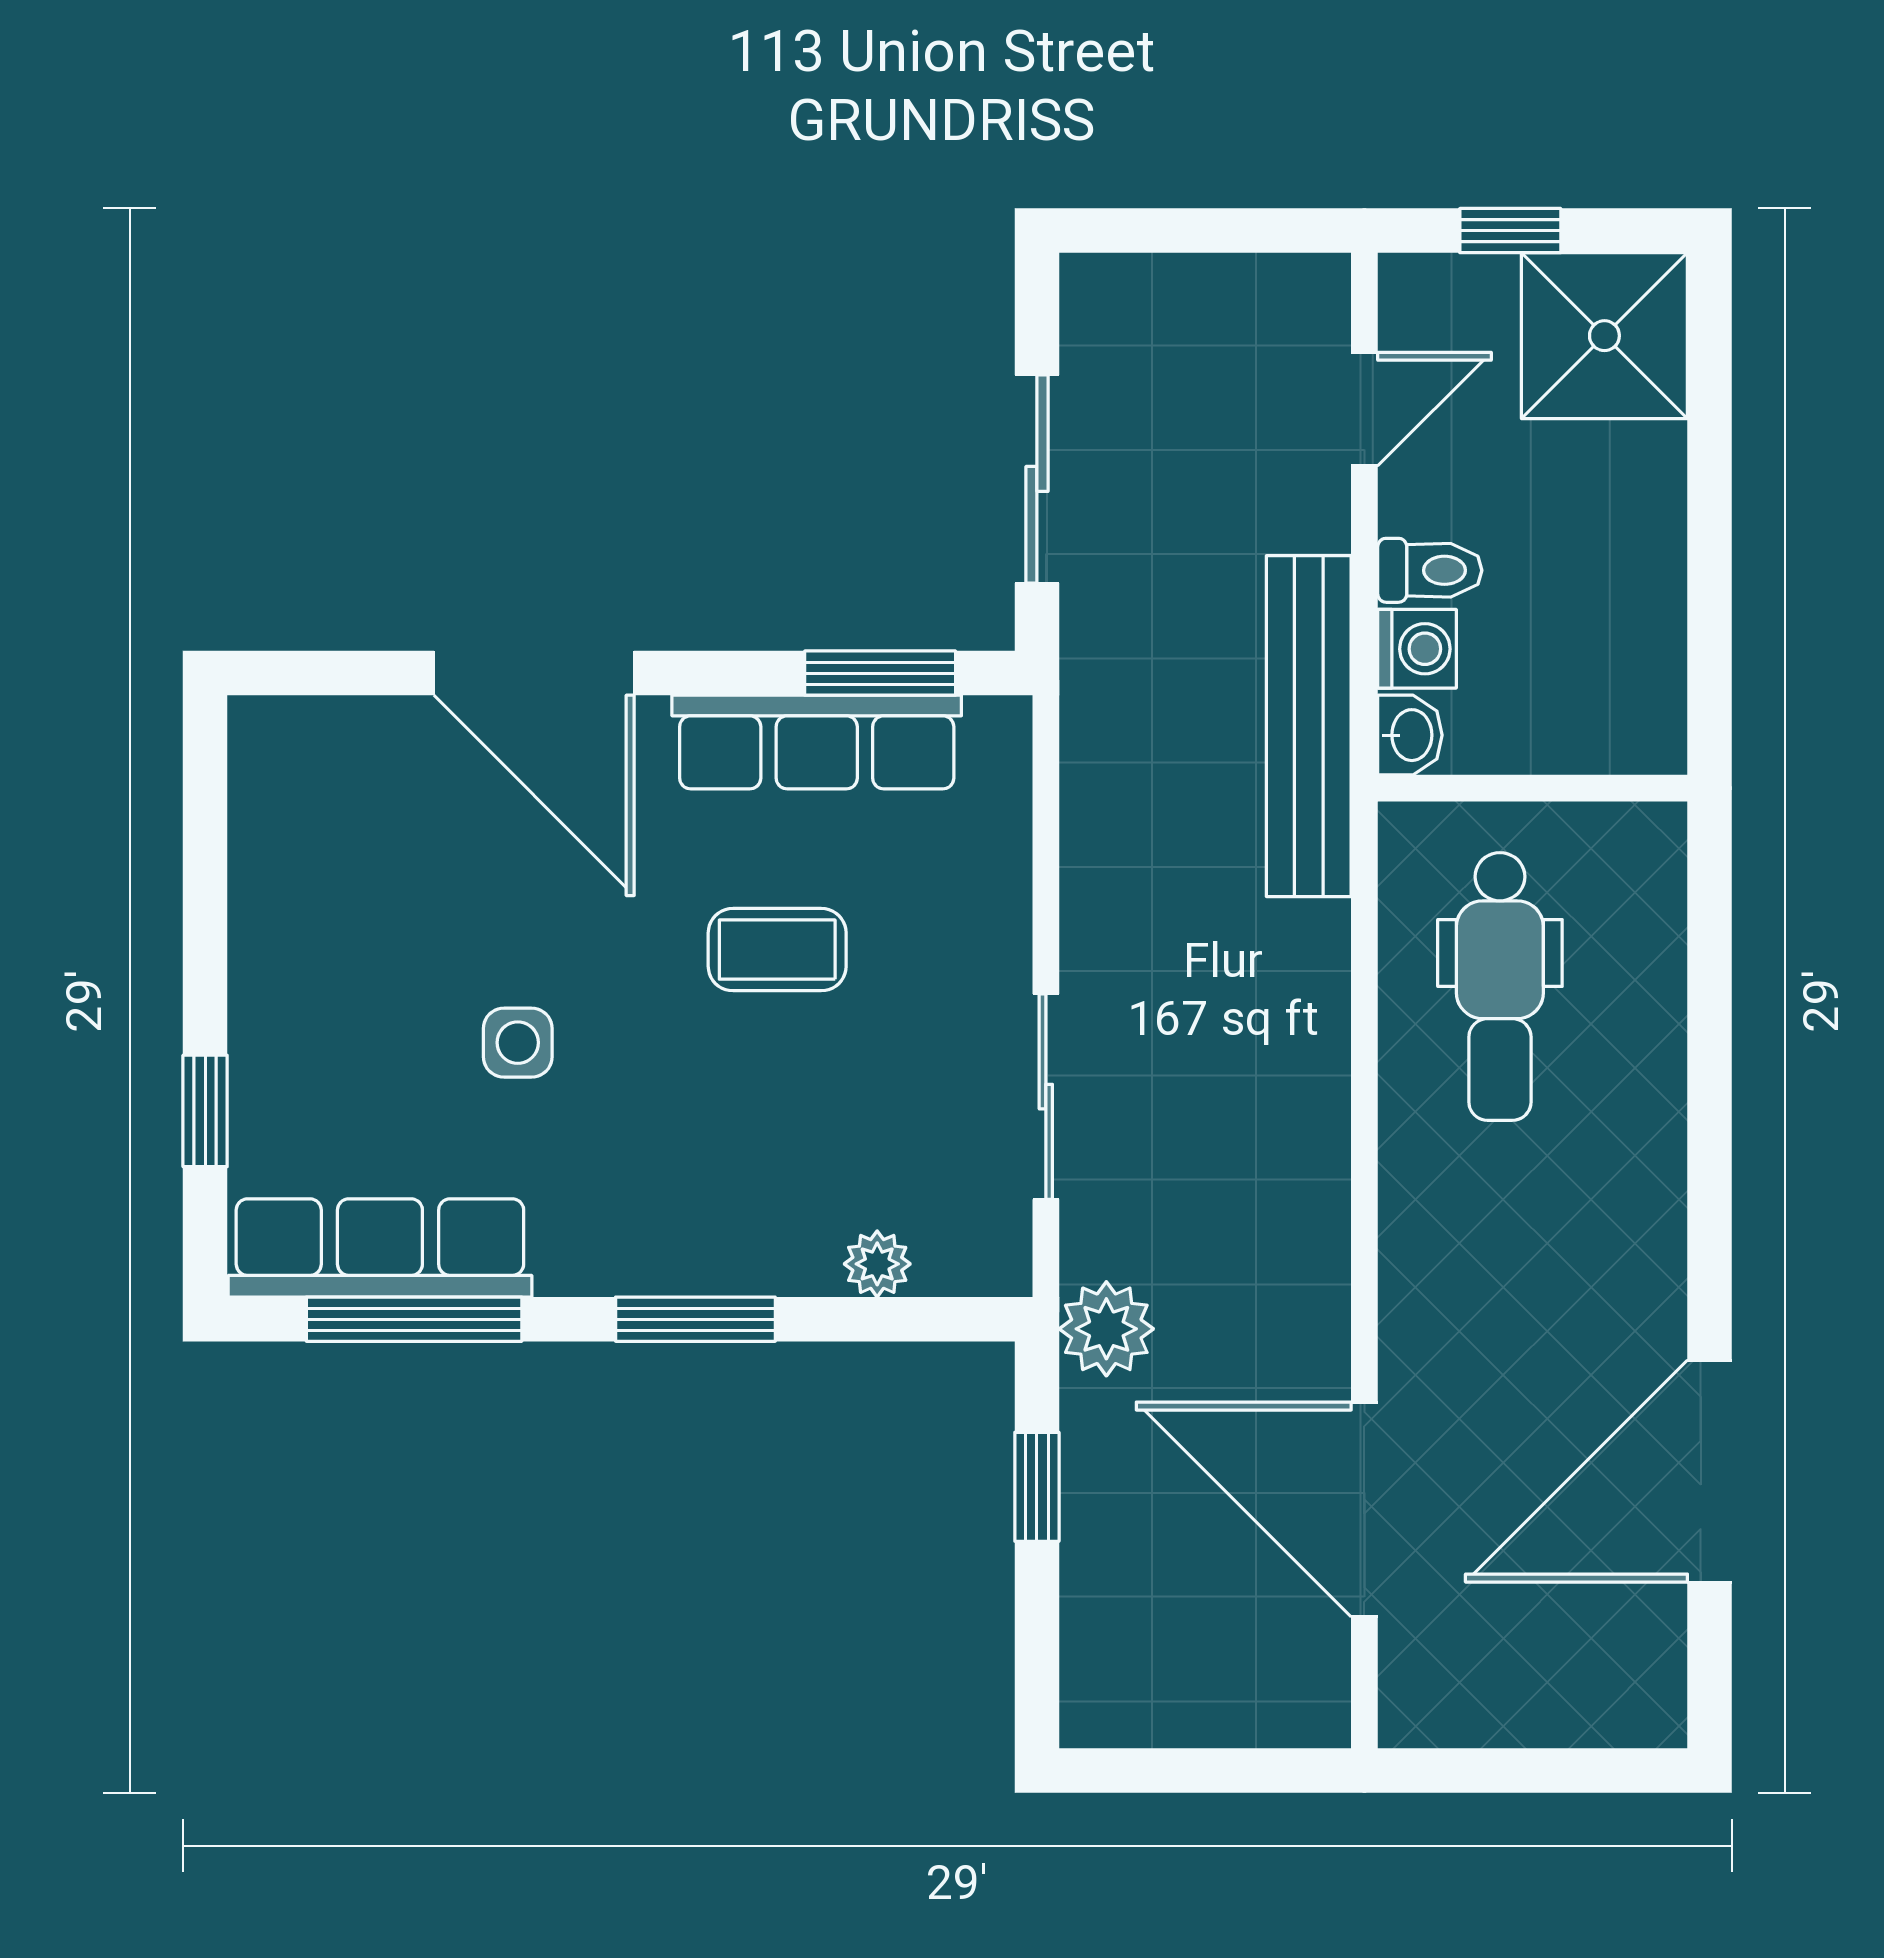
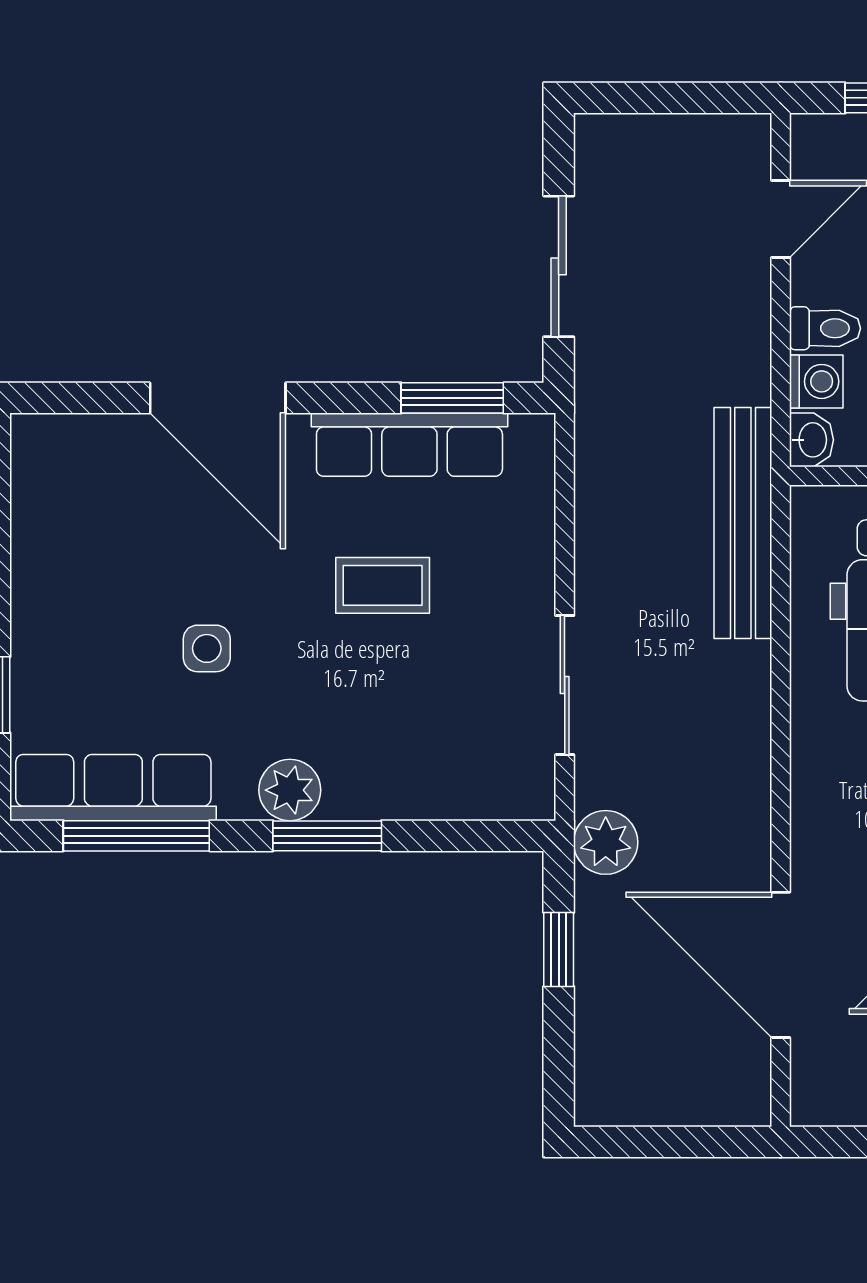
bench: (1309, 726) -> (743, 523), moved
plant: (877, 1264) -> (290, 790), moved, width x1.38, depth x1.38

